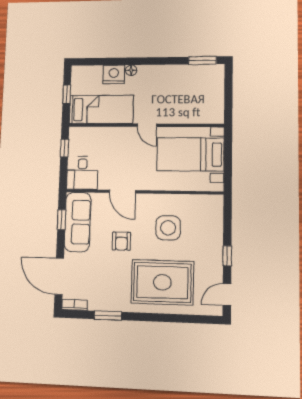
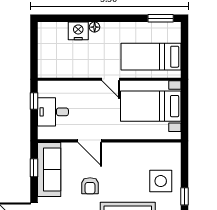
window: (67, 94) -> (34, 50), removed
bed: (101, 109) -> (151, 57), moved, turned 180
desk: (82, 173) -> (53, 112), moved, turned 90
side table: (168, 228) -> (161, 181), moved

